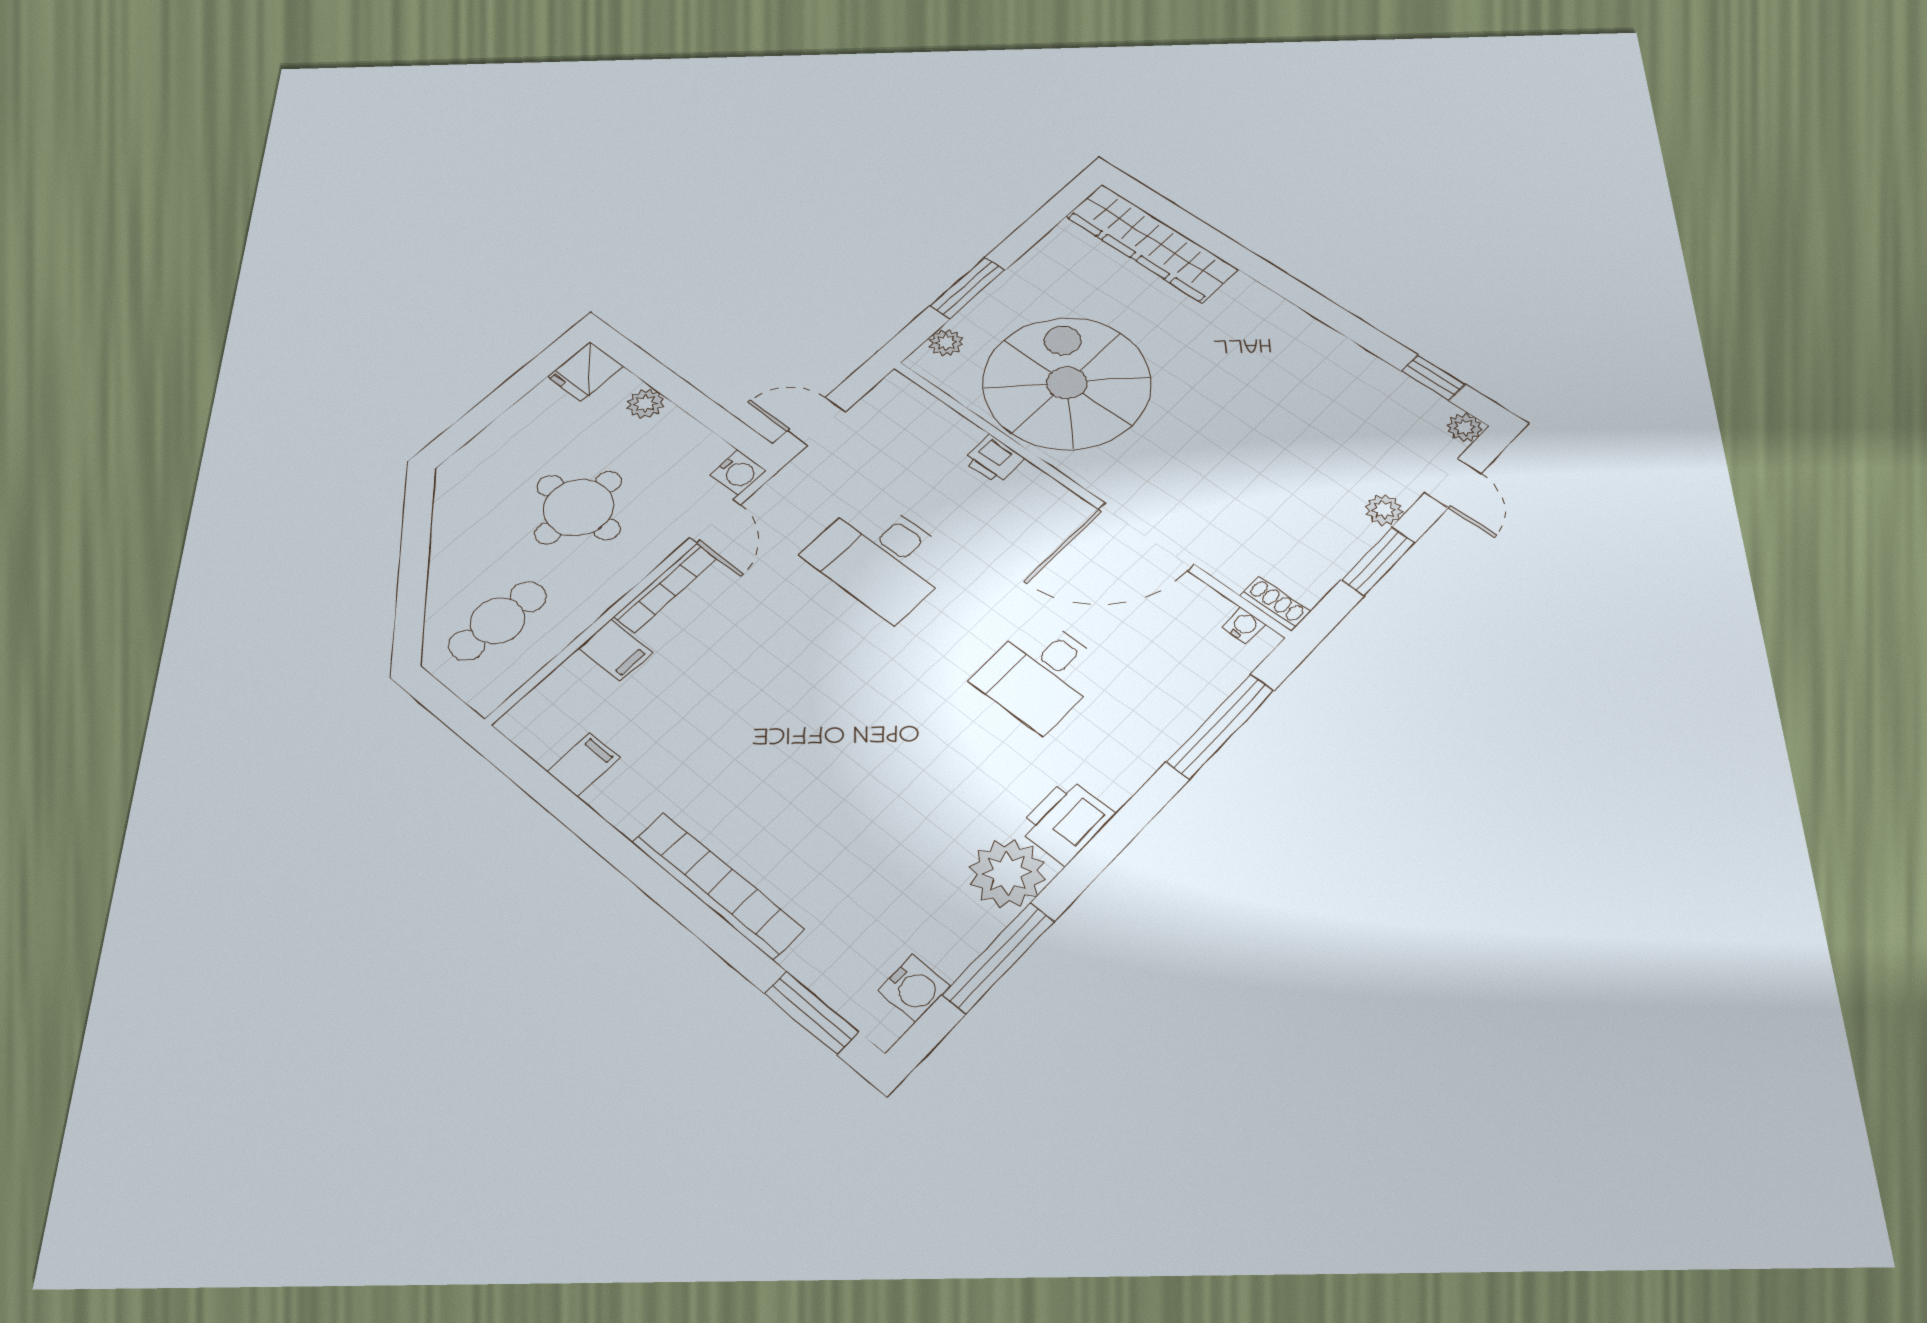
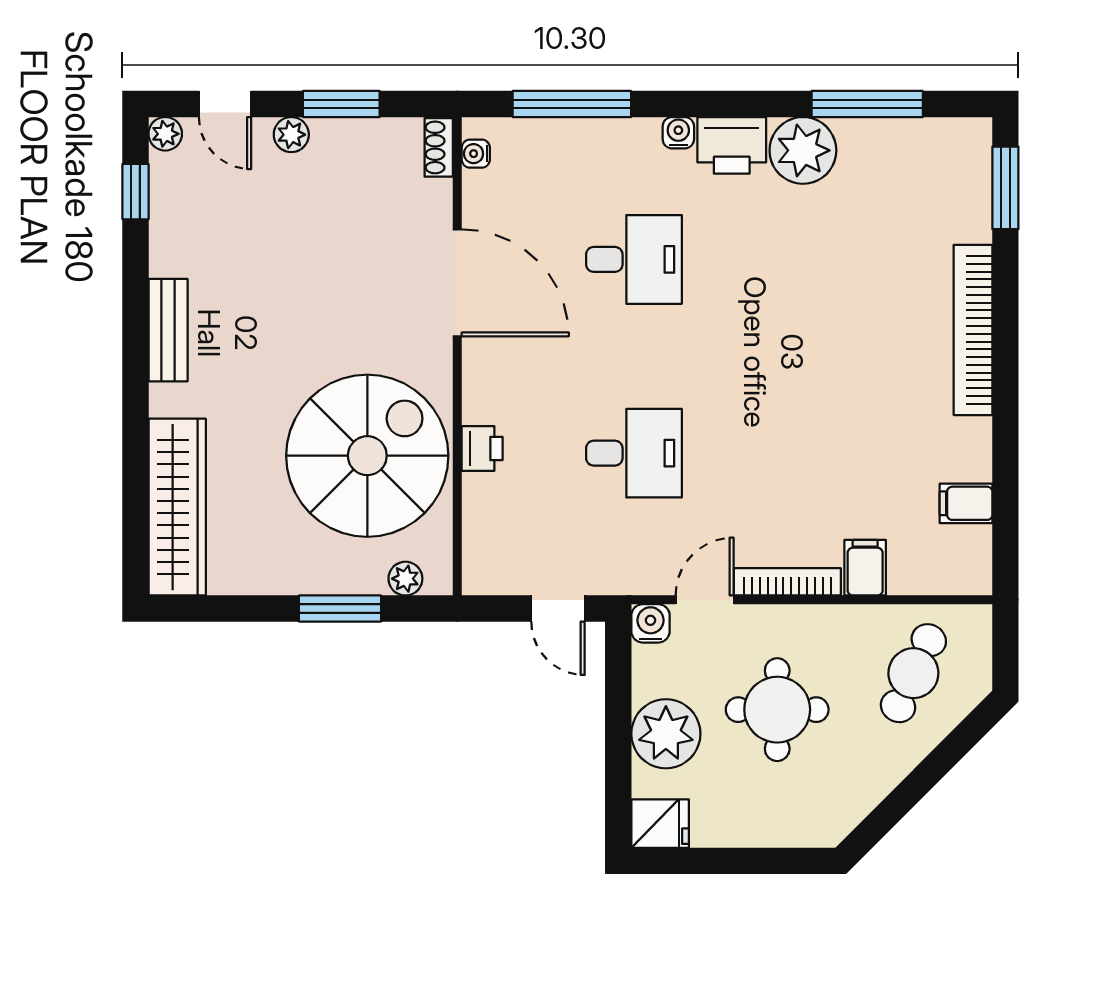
bench: (1297, 326) -> (168, 330), added
spiral stairs: (1067, 383) -> (367, 456), turned 180
plant: (645, 404) -> (666, 734), width x1.88, depth x1.88
door: (1453, 483) -> (225, 104), swing flipped
desk: (881, 558) -> (634, 453), width x0.73
cafe table: (498, 621) -> (913, 673), turned -68
water cooler: (914, 988) -> (678, 133), moved, width x0.72, depth x0.72

